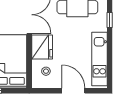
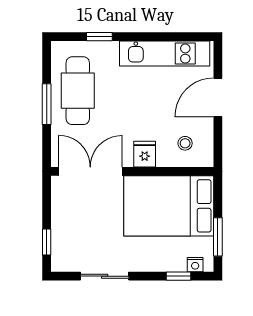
fridge: (42, 47) -> (145, 154), width x0.53, depth x0.75

